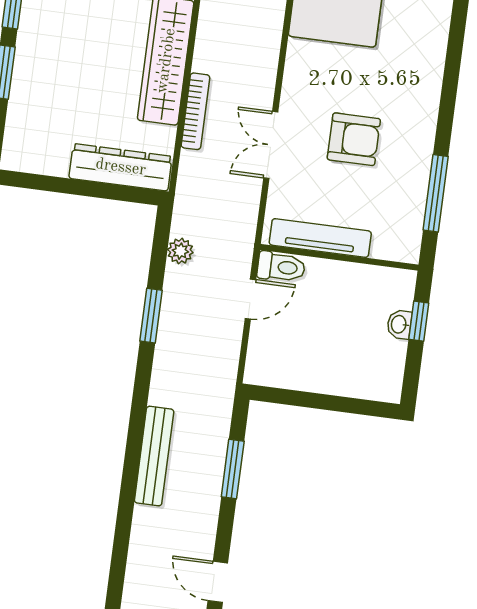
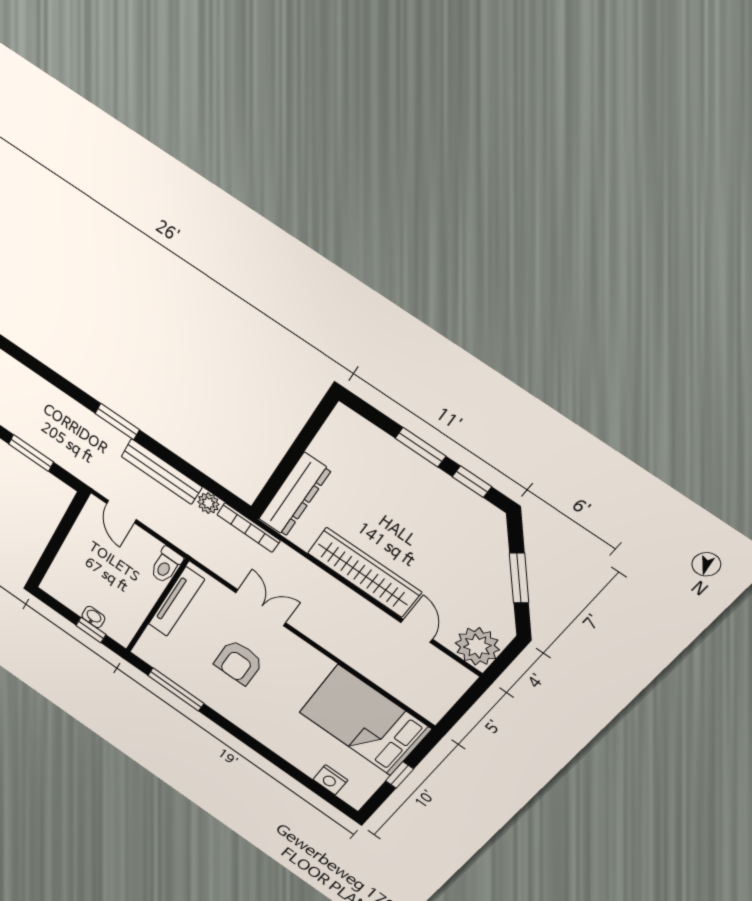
bookcase: (195, 111) -> (249, 528), moved
door: (250, 299) -> (121, 512), moved
window: (151, 316) -> (117, 421), moved
bench: (154, 456) -> (161, 472), moved

